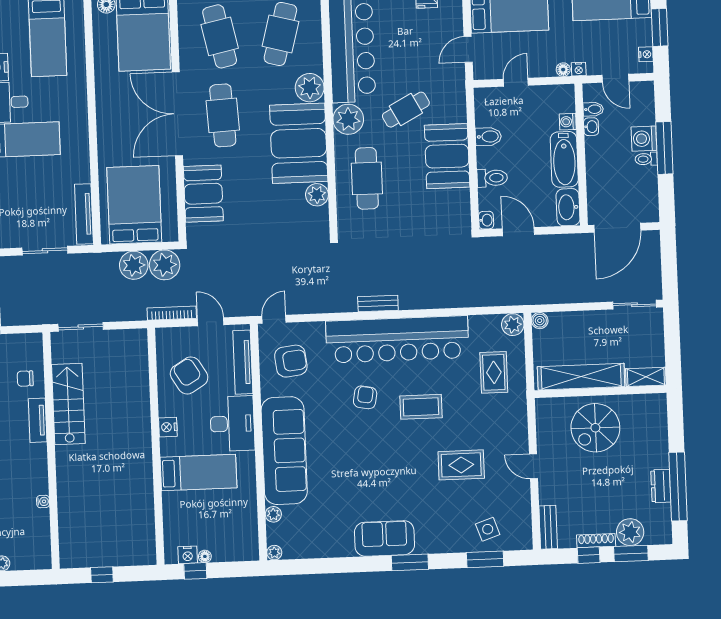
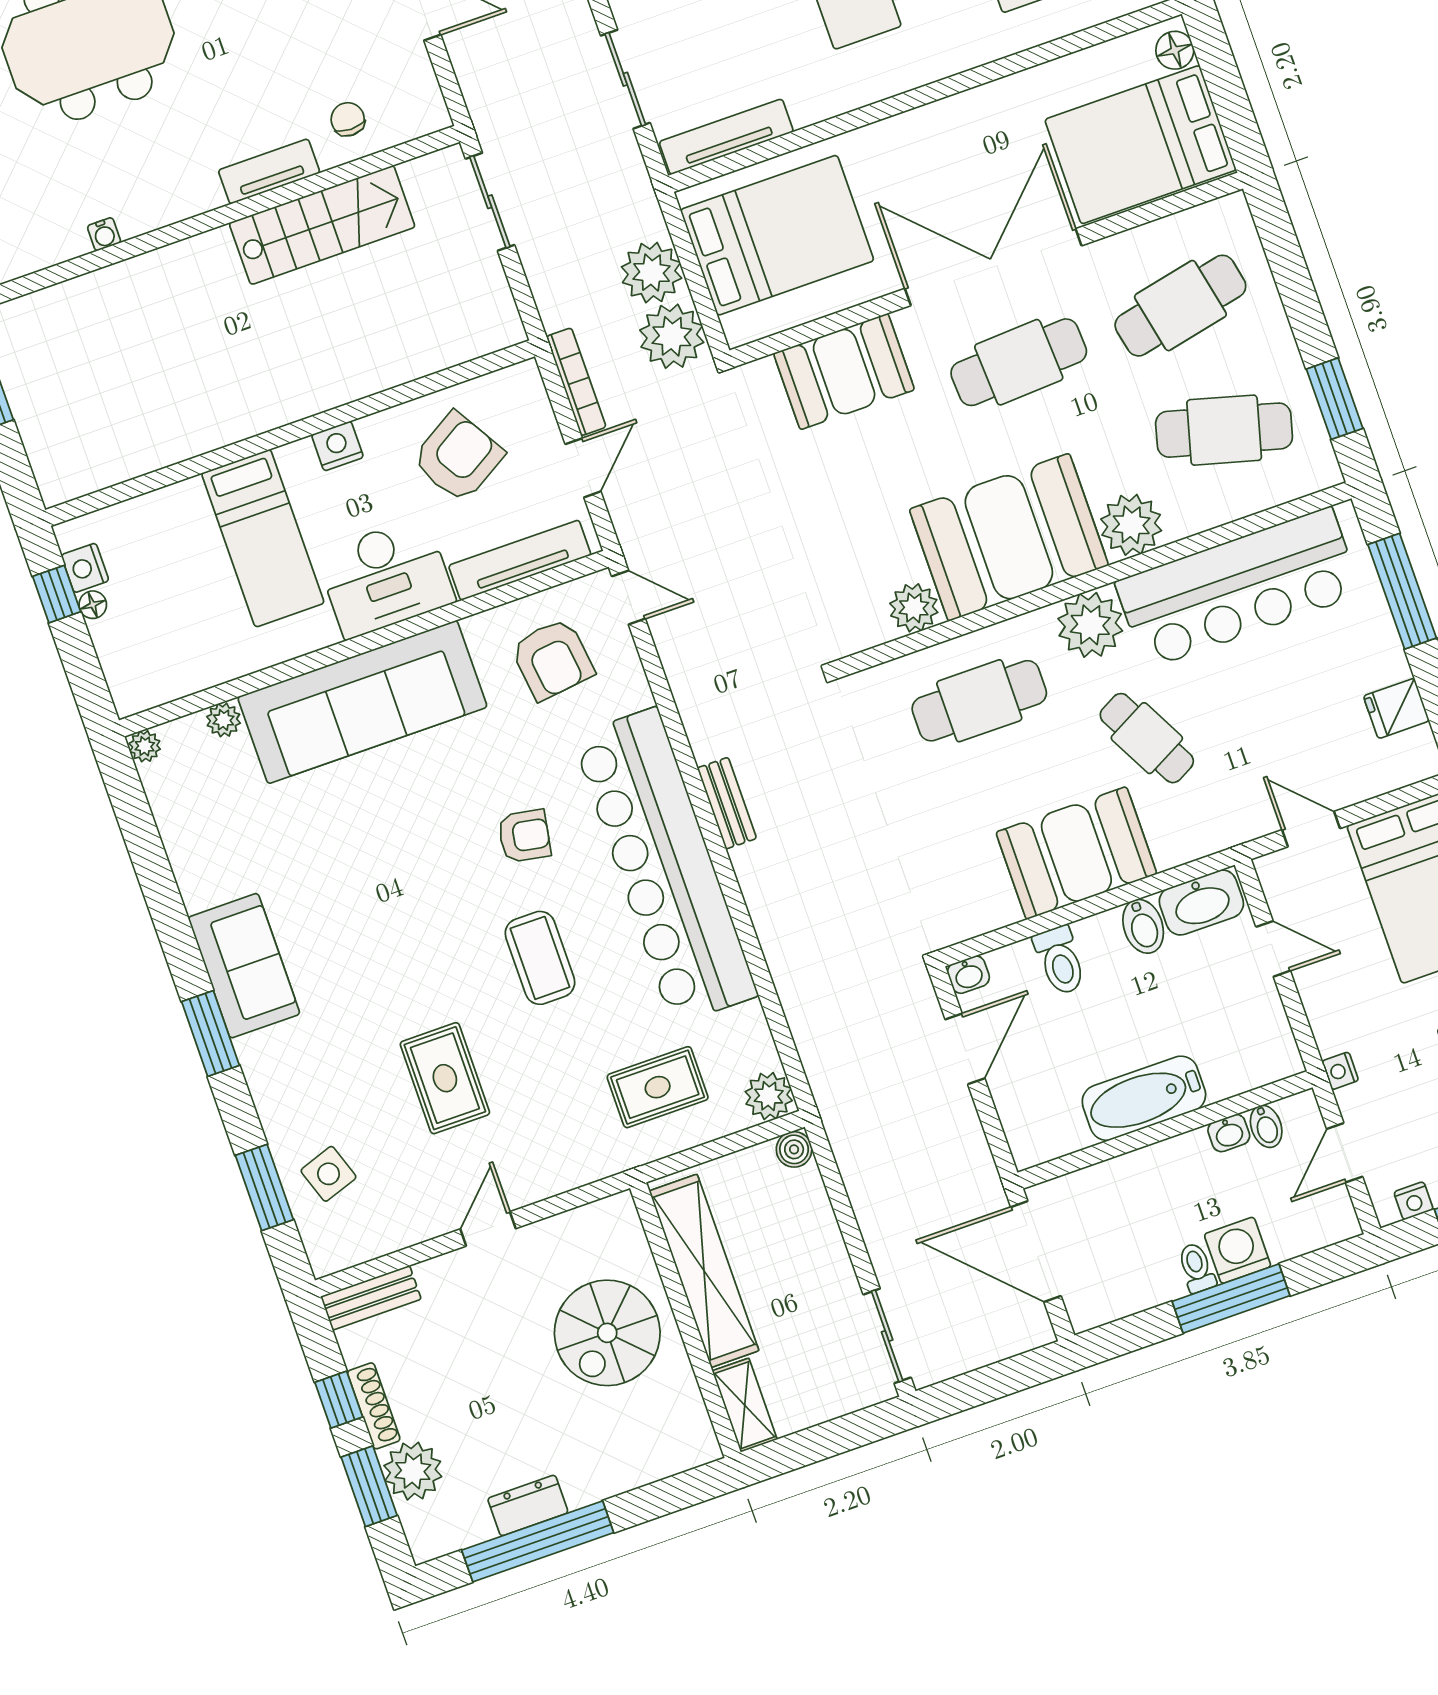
floor lamp: (563, 70) -> (1329, 1039), removed
washing machine: (568, 122) -> (1224, 1081), removed
washbasin: (568, 207) -> (1201, 902), moved, turned 180
spiral stairs: (595, 428) -> (607, 1333), turned -90

